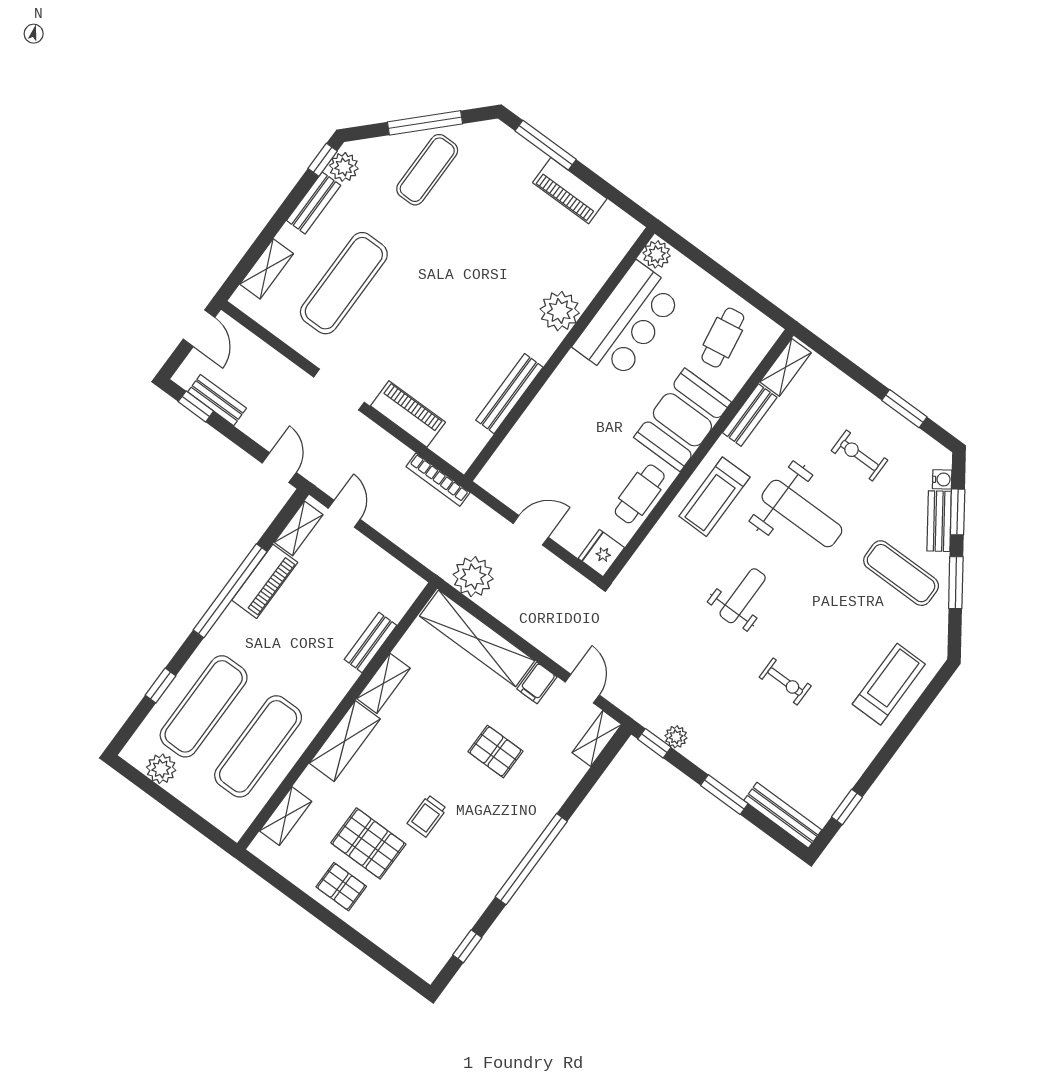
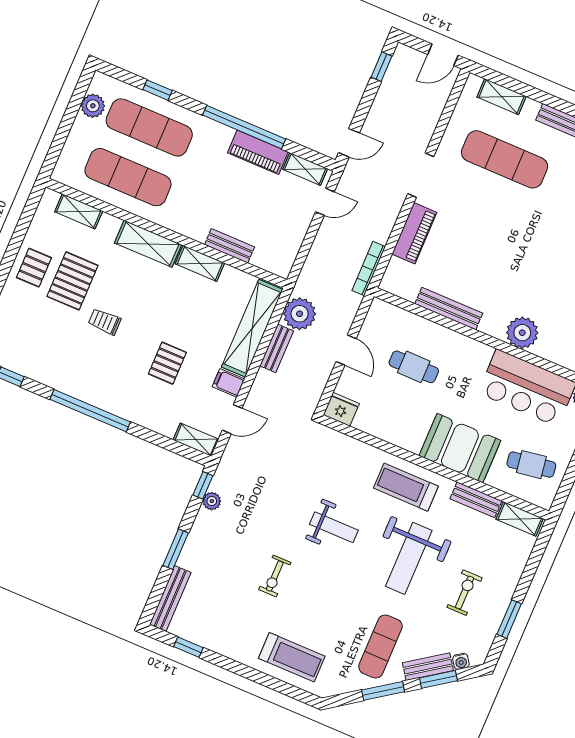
bench: (217, 400) -> (277, 348), moved
cafe table: (640, 494) -> (414, 367), moved

